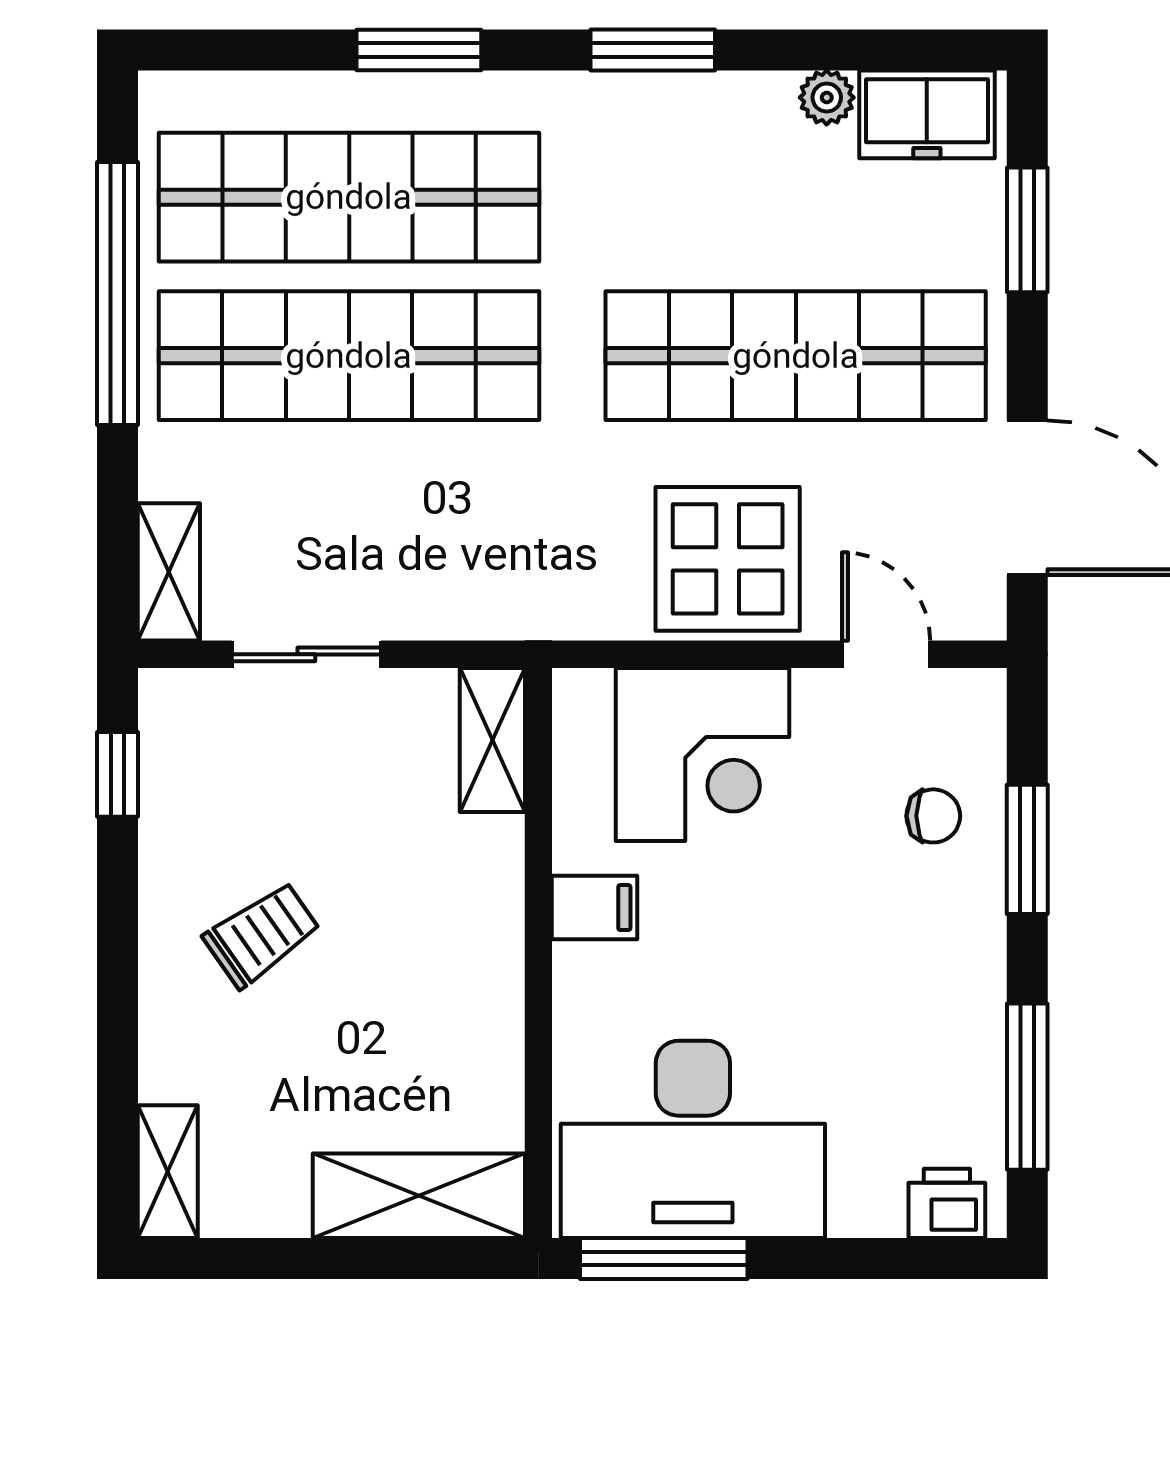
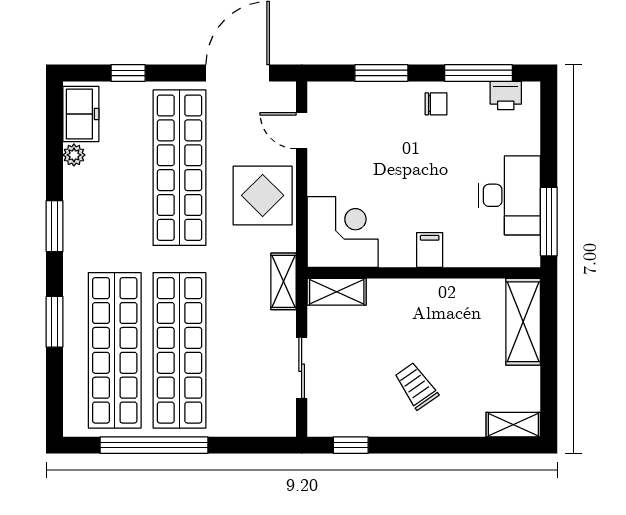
window: (1027, 230) -> (128, 73), width x0.67
shelving: (169, 572) -> (283, 281), moved, turned 90
door: (886, 654) -> (302, 131), hinge flipped
corner desk: (702, 755) -> (343, 232), moved
chair: (933, 816) -> (436, 104), moved, turned 90
filing cabinet: (595, 908) -> (430, 250), moved
desk: (693, 1139) -> (509, 195), width x0.73, depth x0.77
printer: (947, 1203) -> (506, 96), moved, turned -90

